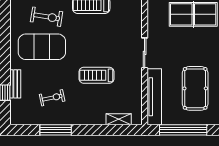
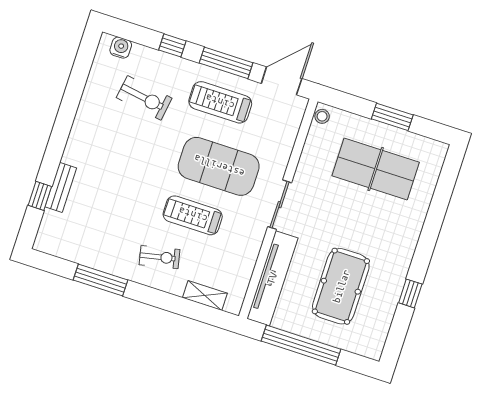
exercise mat: (42, 47) -> (219, 166), moved
exercise bike: (52, 98) -> (159, 257), moved

